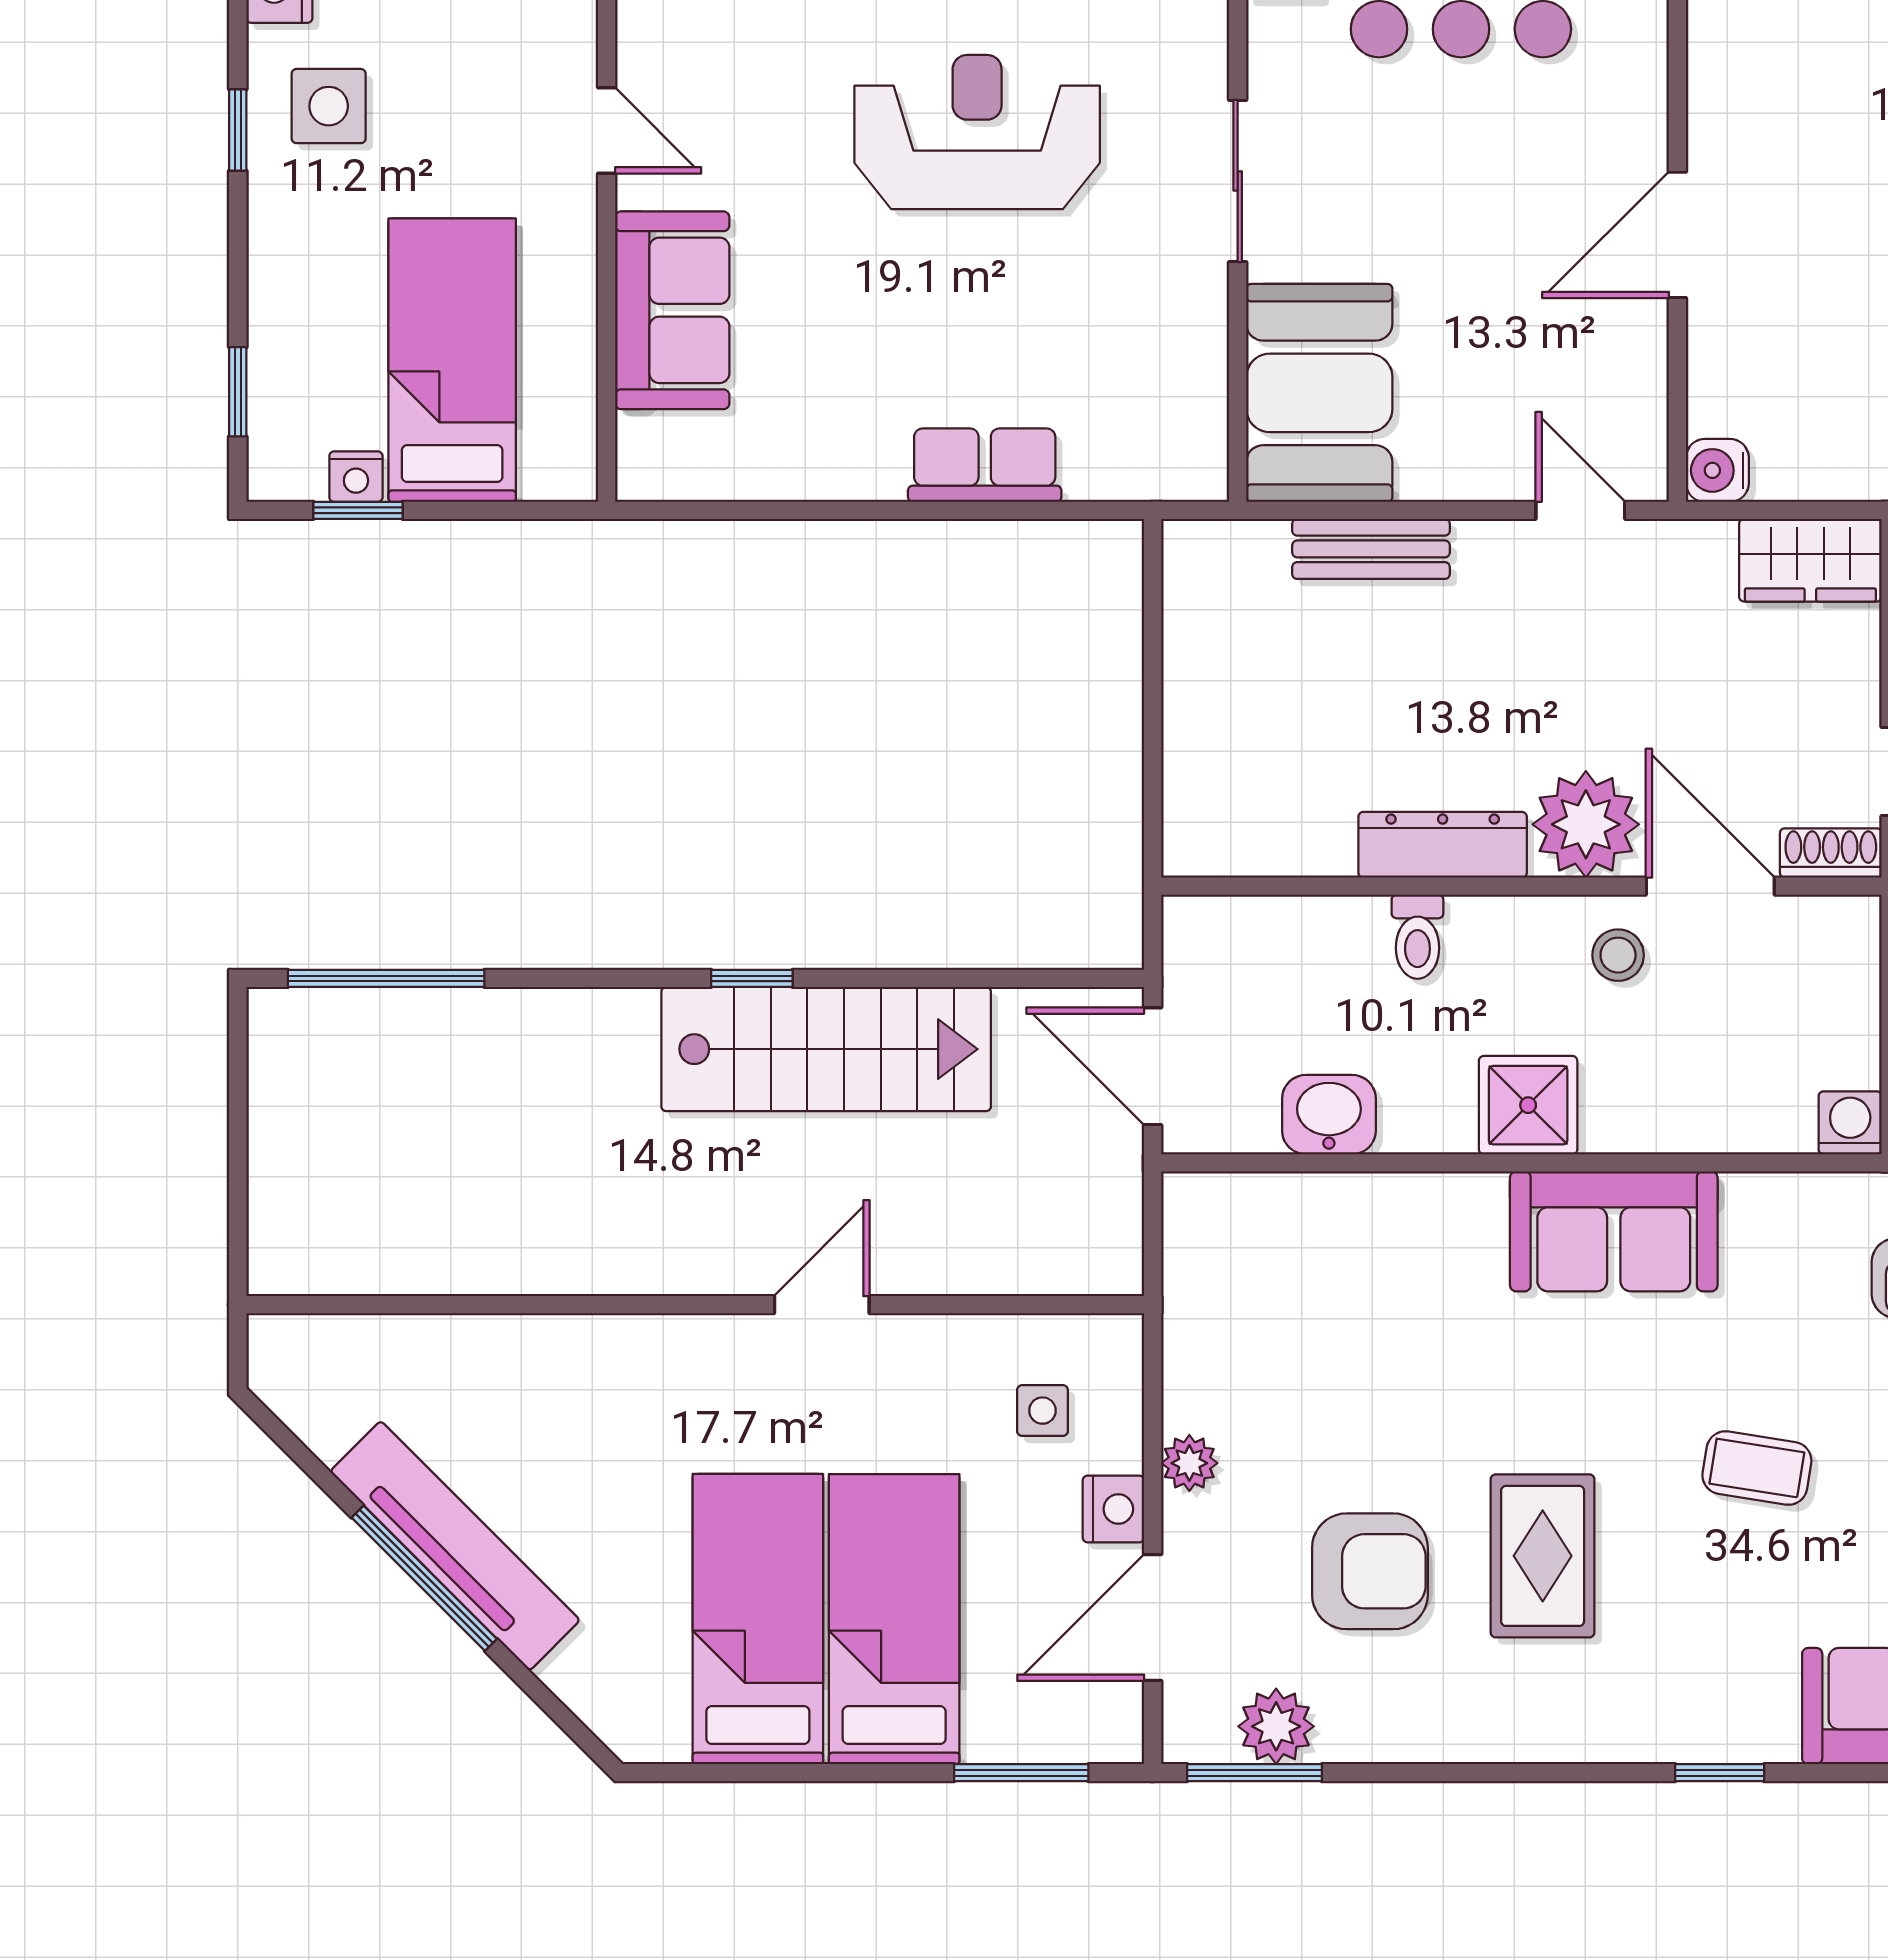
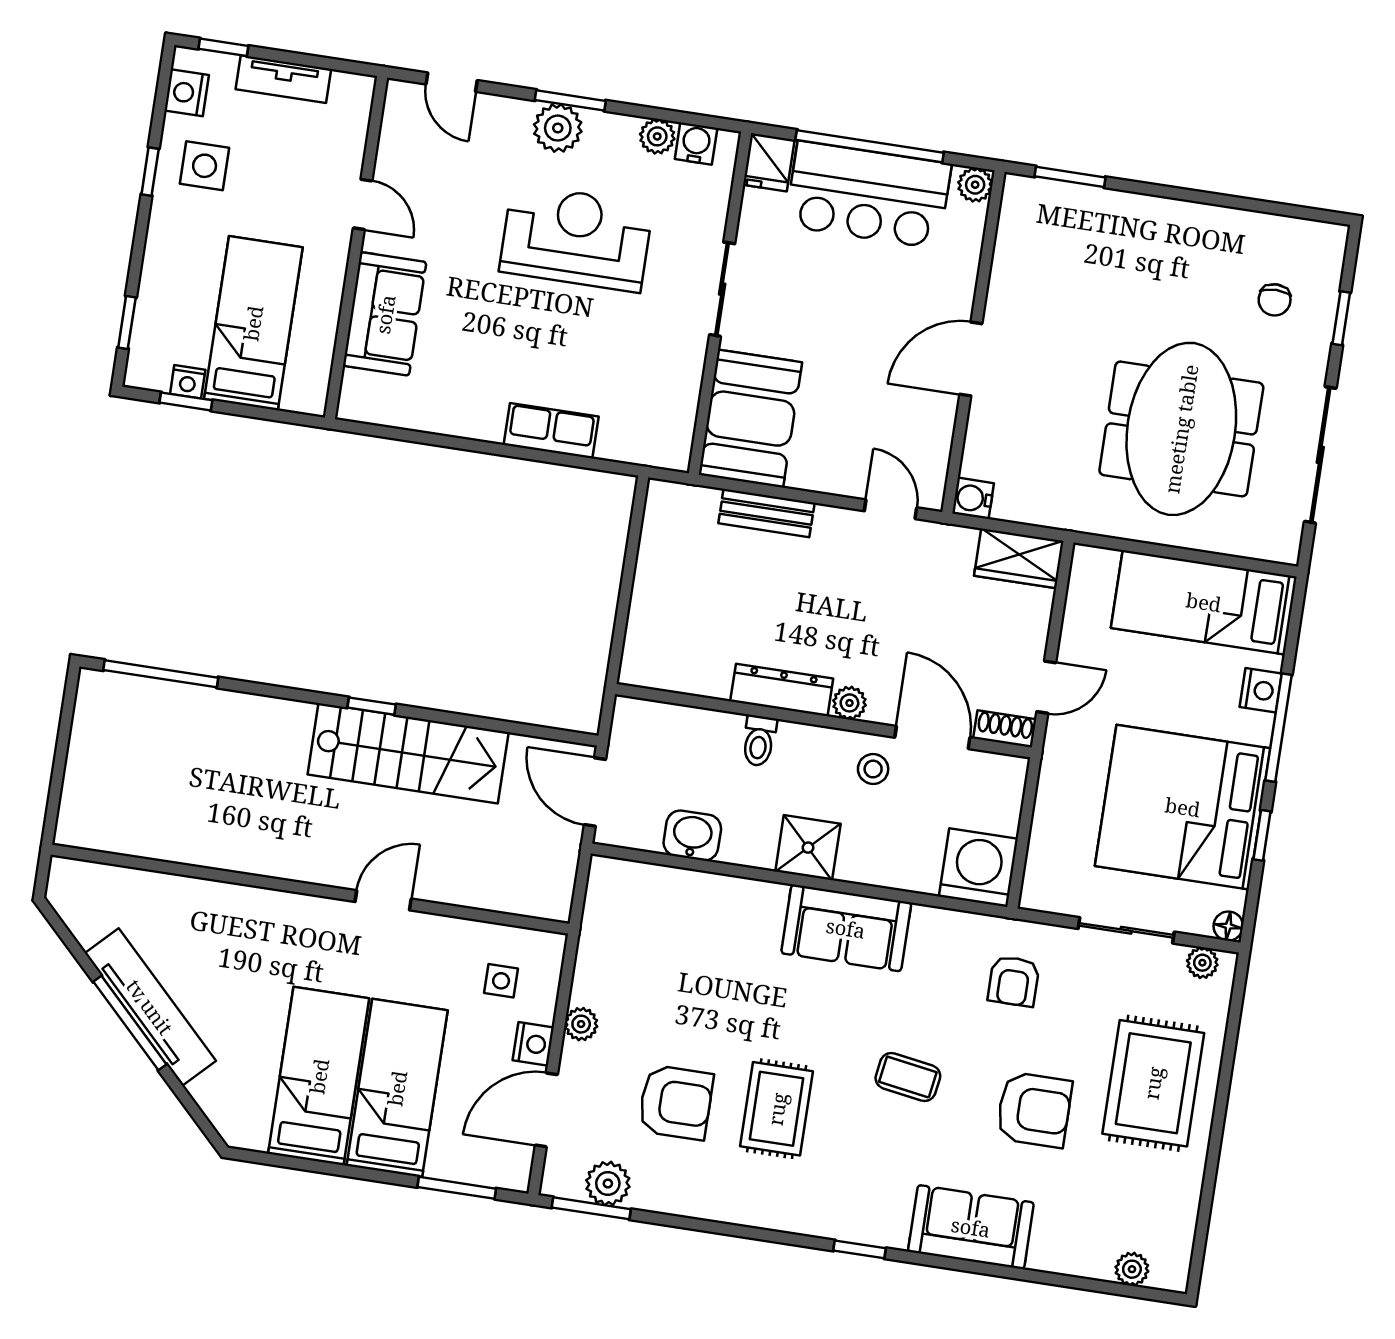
plant: (1586, 824) -> (849, 703), width x0.53, depth x0.53
washing machine: (1850, 1123) -> (978, 868), width x1.89, depth x1.89

